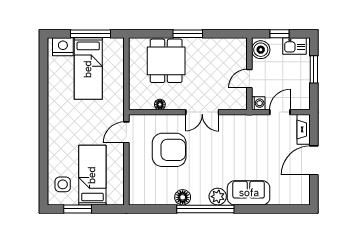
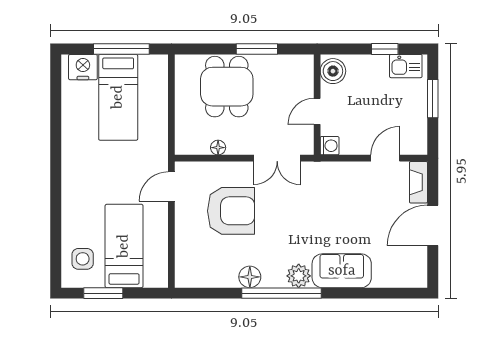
boiler: (261, 50) -> (333, 71), moved
wall: (249, 74) -> (317, 105), moved
door: (249, 79) -> (317, 111), moved
washing machine: (258, 103) -> (330, 146), moved

